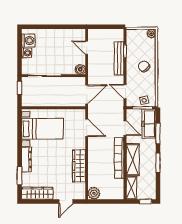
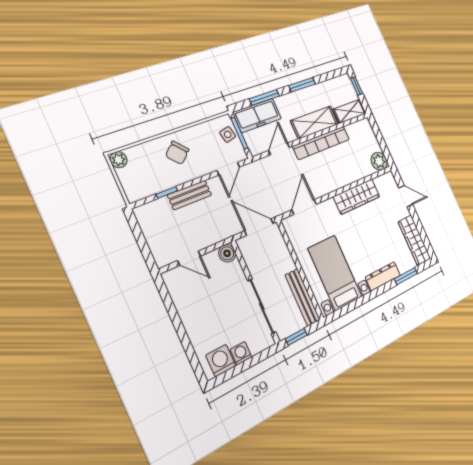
door: (87, 48) -> (189, 258), hinge flipped
bench: (119, 58) -> (190, 195), width x0.73
bench: (38, 102) -> (303, 297), added

